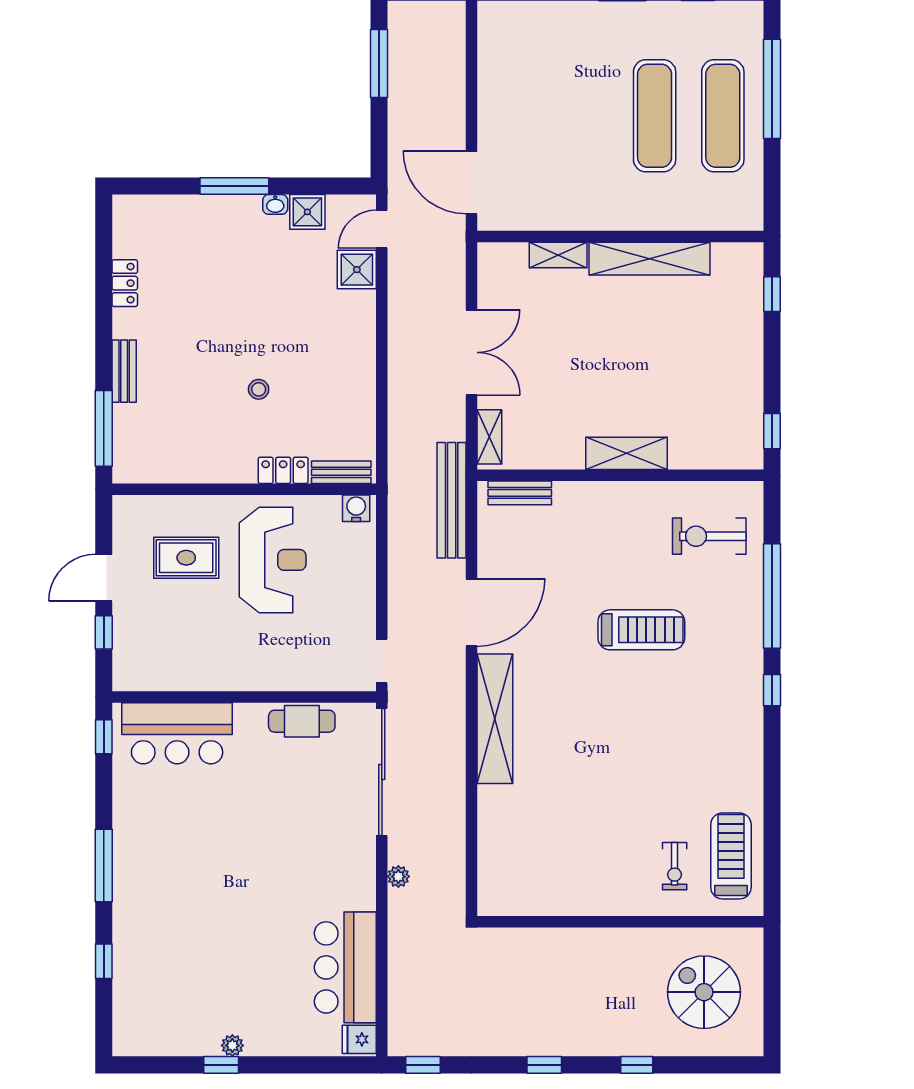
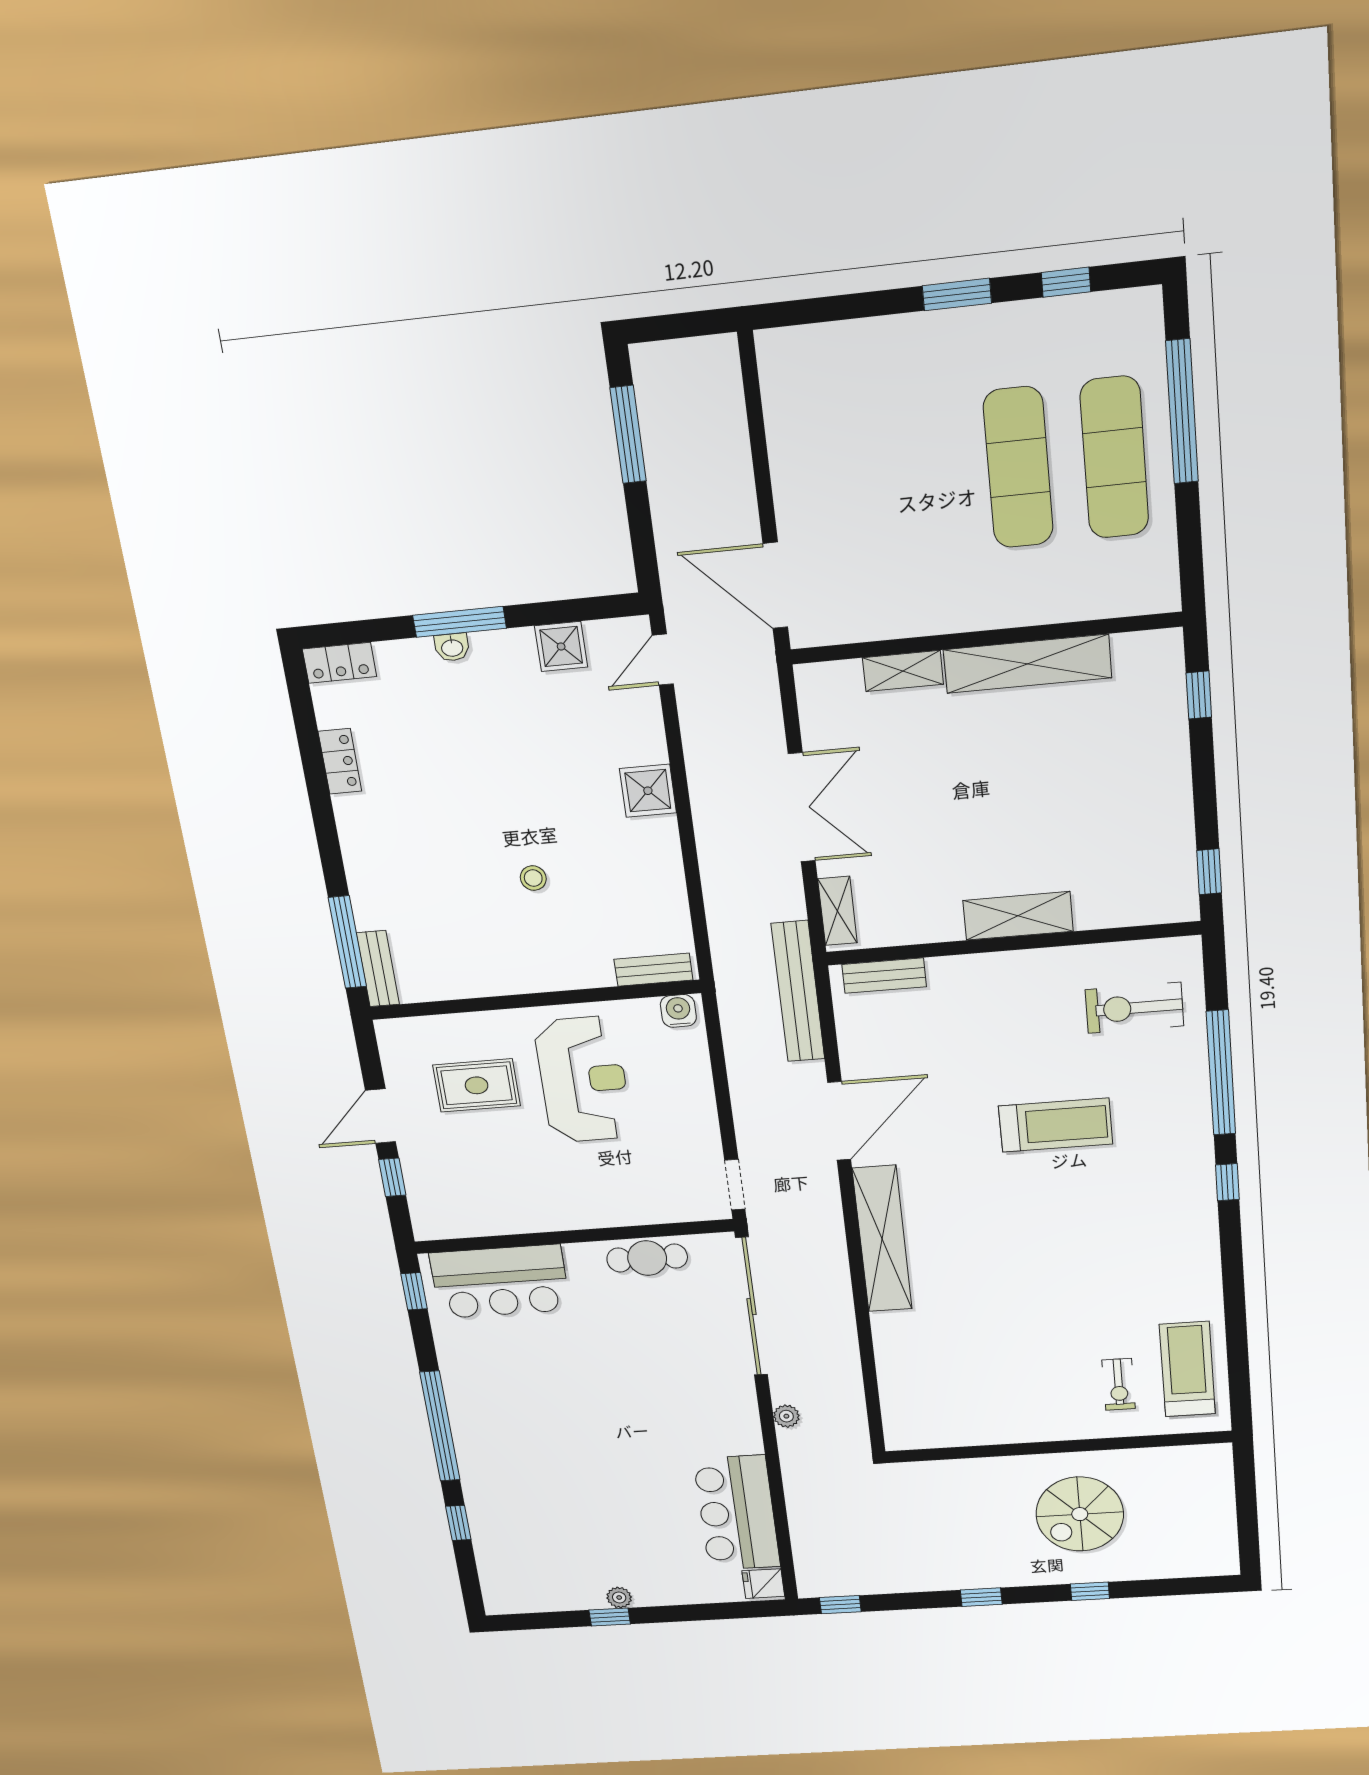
washbasin: (275, 204) -> (452, 647), moved
shower: (357, 270) -> (648, 791), moved
bench: (124, 371) -> (378, 969), moved
locker: (283, 470) -> (339, 663), moved, turned 180
window: (104, 865) -> (440, 1426), width x1.46
spiral stairs: (704, 992) -> (1080, 1514), moved, turned -90

